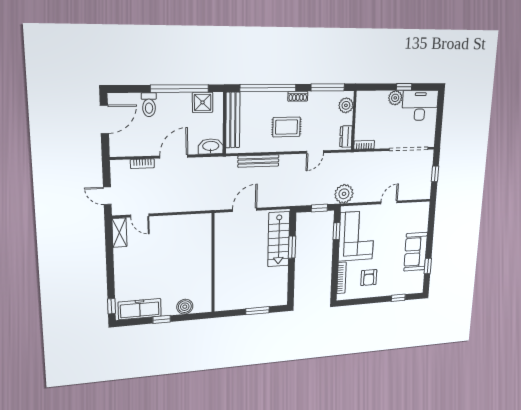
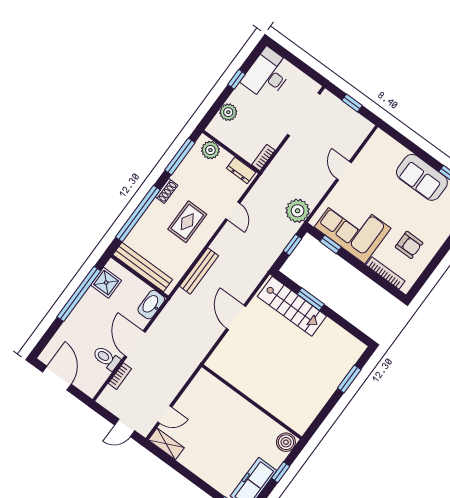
plant: (395, 98) -> (228, 112), moved
toilet: (149, 105) -> (106, 358), moved, turned 180
wall: (213, 263) -> (252, 402), moved

